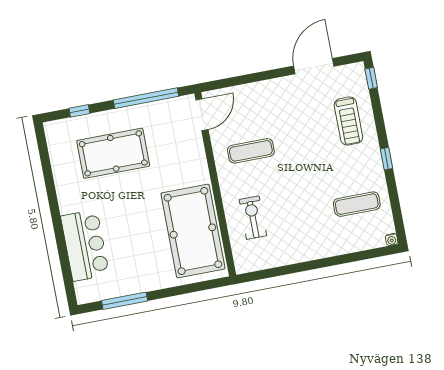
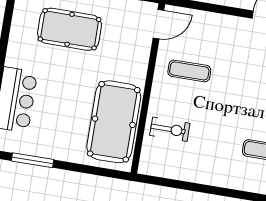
exercise bike: (253, 218) -> (170, 129), turned 90

